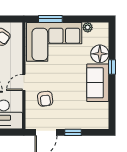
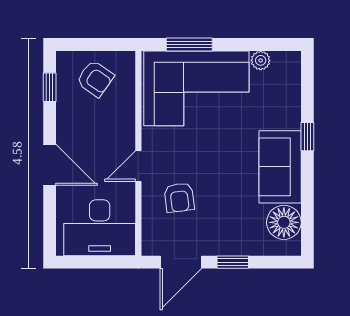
floor lamp: (100, 54) -> (284, 222), moved

